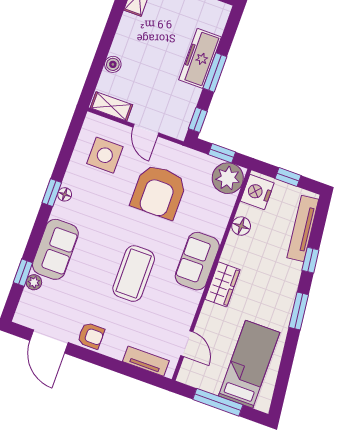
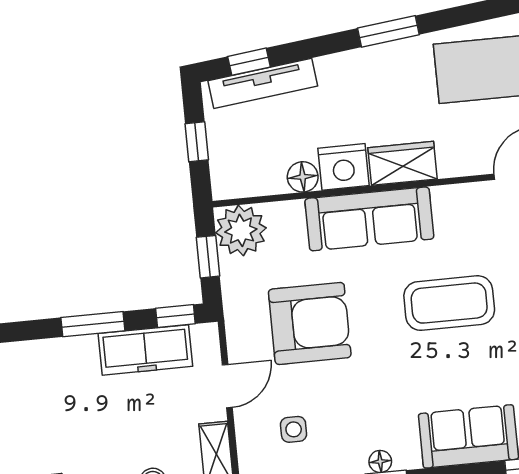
freezer: (200, 58) -> (145, 350), moved
side table: (105, 155) -> (294, 429), width x0.54, depth x0.54
nightstand: (257, 192) -> (343, 167), moved
window: (310, 260) -> (249, 62), moved
sofa: (197, 261) -> (369, 219), width x1.36

